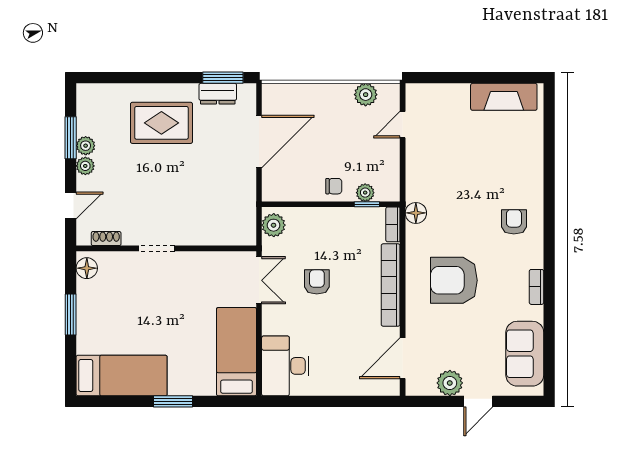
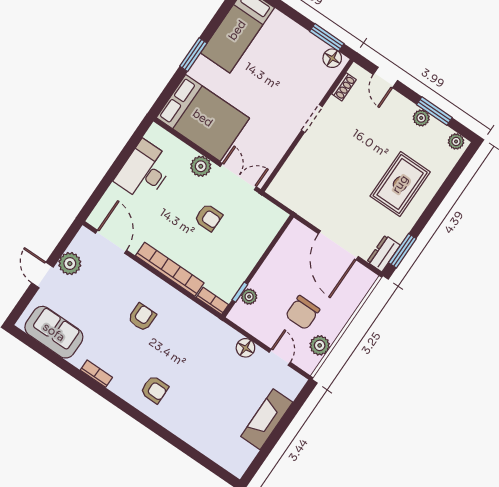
dresser: (218, 94) -> (384, 254), moved
fireplace: (504, 97) -> (267, 419), moved
plant: (85, 166) -> (456, 141), moved
chair: (334, 186) -> (303, 313), moved, width x1.87, depth x1.87
floor lamp: (416, 213) -> (245, 348), moved
plant: (274, 225) -> (201, 166), moved
double door: (259, 280) -> (238, 177), swing flipped
armchair: (454, 280) -> (142, 317), width x0.53, depth x0.53
window: (71, 314) -> (327, 37), moved
bed: (237, 352) -> (203, 118), width x1.50
desk: (285, 366) -> (144, 171), moved, turned -90

